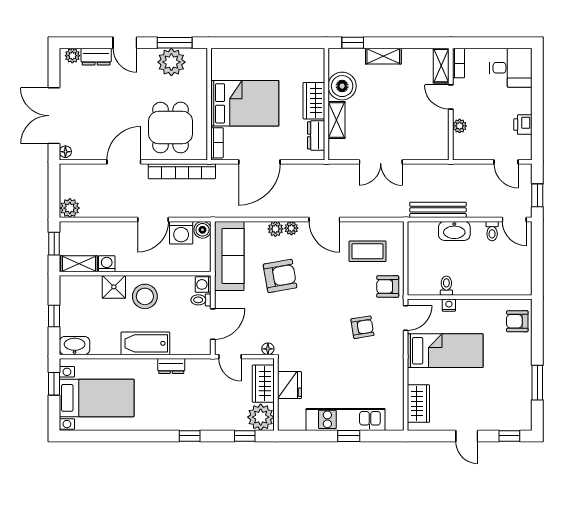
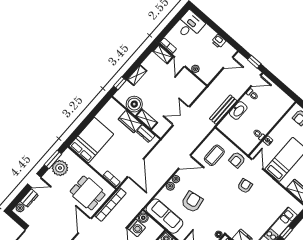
door: (451, 97) -> (180, 62), hinge flipped
bed: (245, 103) -> (91, 140), moved
double door: (381, 162) -> (181, 116), swing flipped

